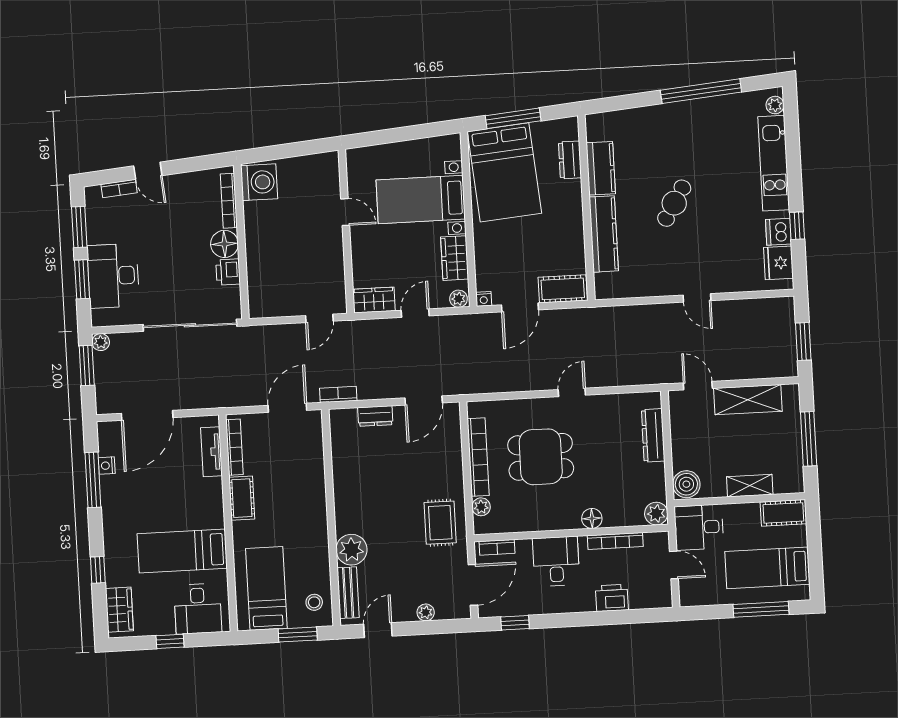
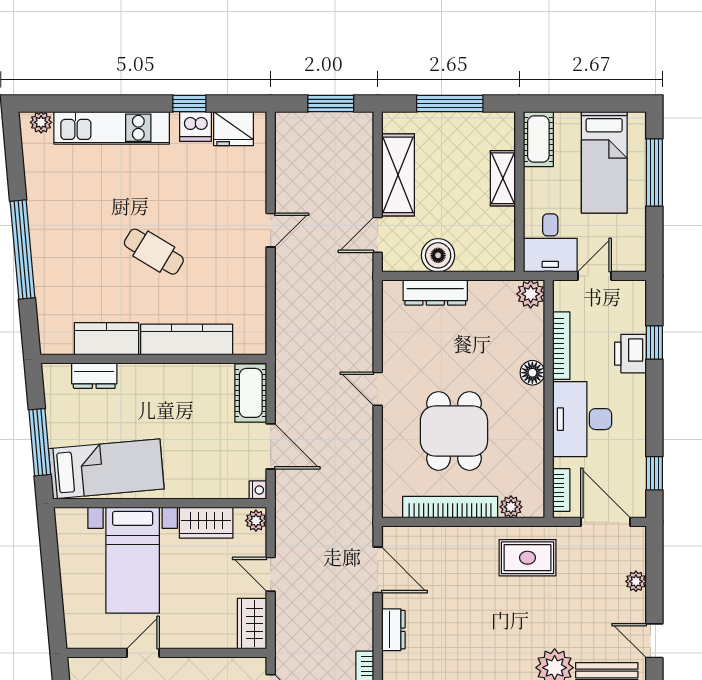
window: (701, 91) -> (23, 250), moved
bed: (504, 172) -> (106, 469), width x0.67
boiler: (686, 484) -> (438, 255), moved
desk: (556, 561) -> (582, 419), width x1.37
window: (622, 617) -> (654, 343), added

